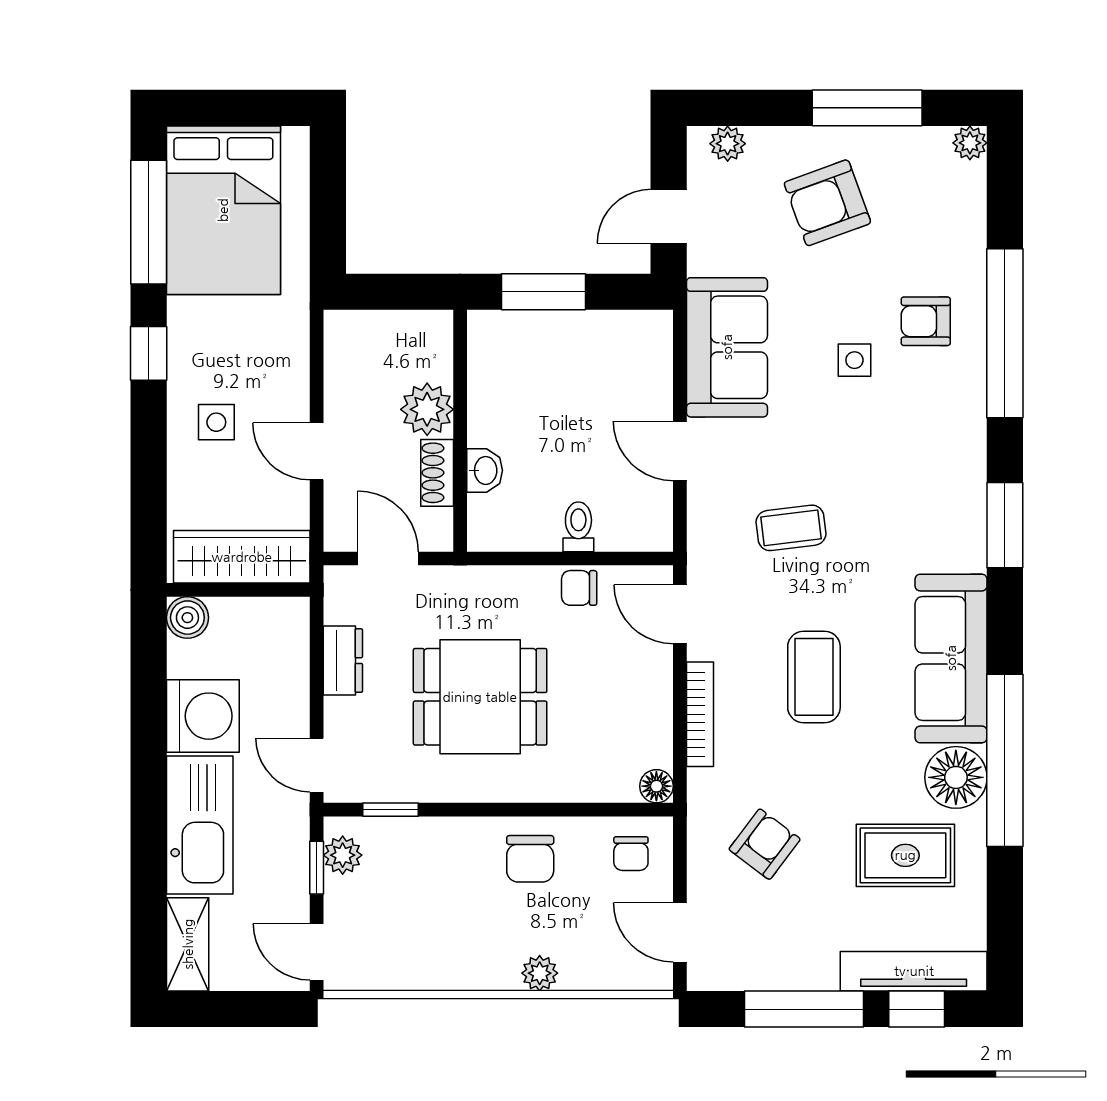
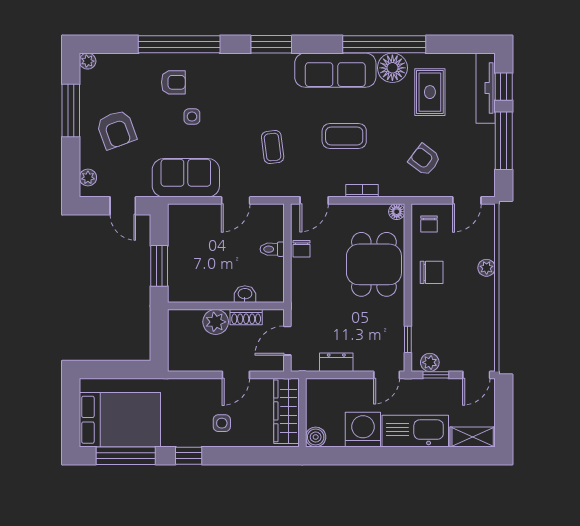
armchair: (926, 321) -> (173, 82), turned -90
dining table: (480, 697) -> (374, 264), moved
bookcase: (700, 714) -> (362, 191), width x0.64
chair: (631, 854) -> (429, 224), turned 90

